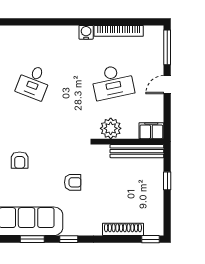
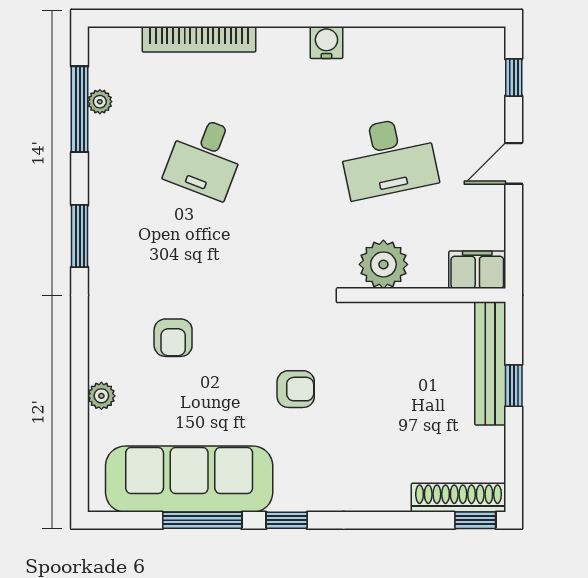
bookcase: (119, 31) -> (199, 39), moved
window: (167, 47) -> (514, 77), width x0.46
bench: (137, 151) -> (490, 363), moved, turned 90
shoe rack: (123, 229) -> (459, 498), moved
window: (32, 239) -> (202, 520), width x1.44

